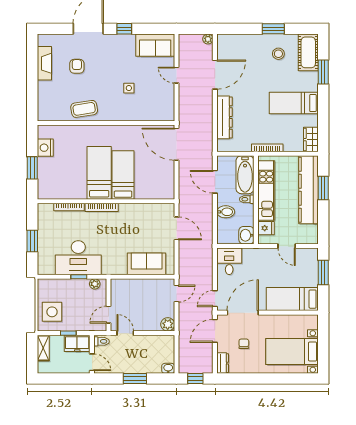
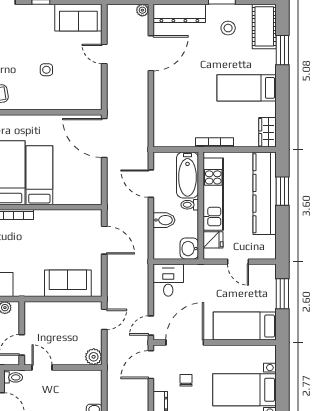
dresser: (224, 117) -> (179, 13), moved, turned 90

